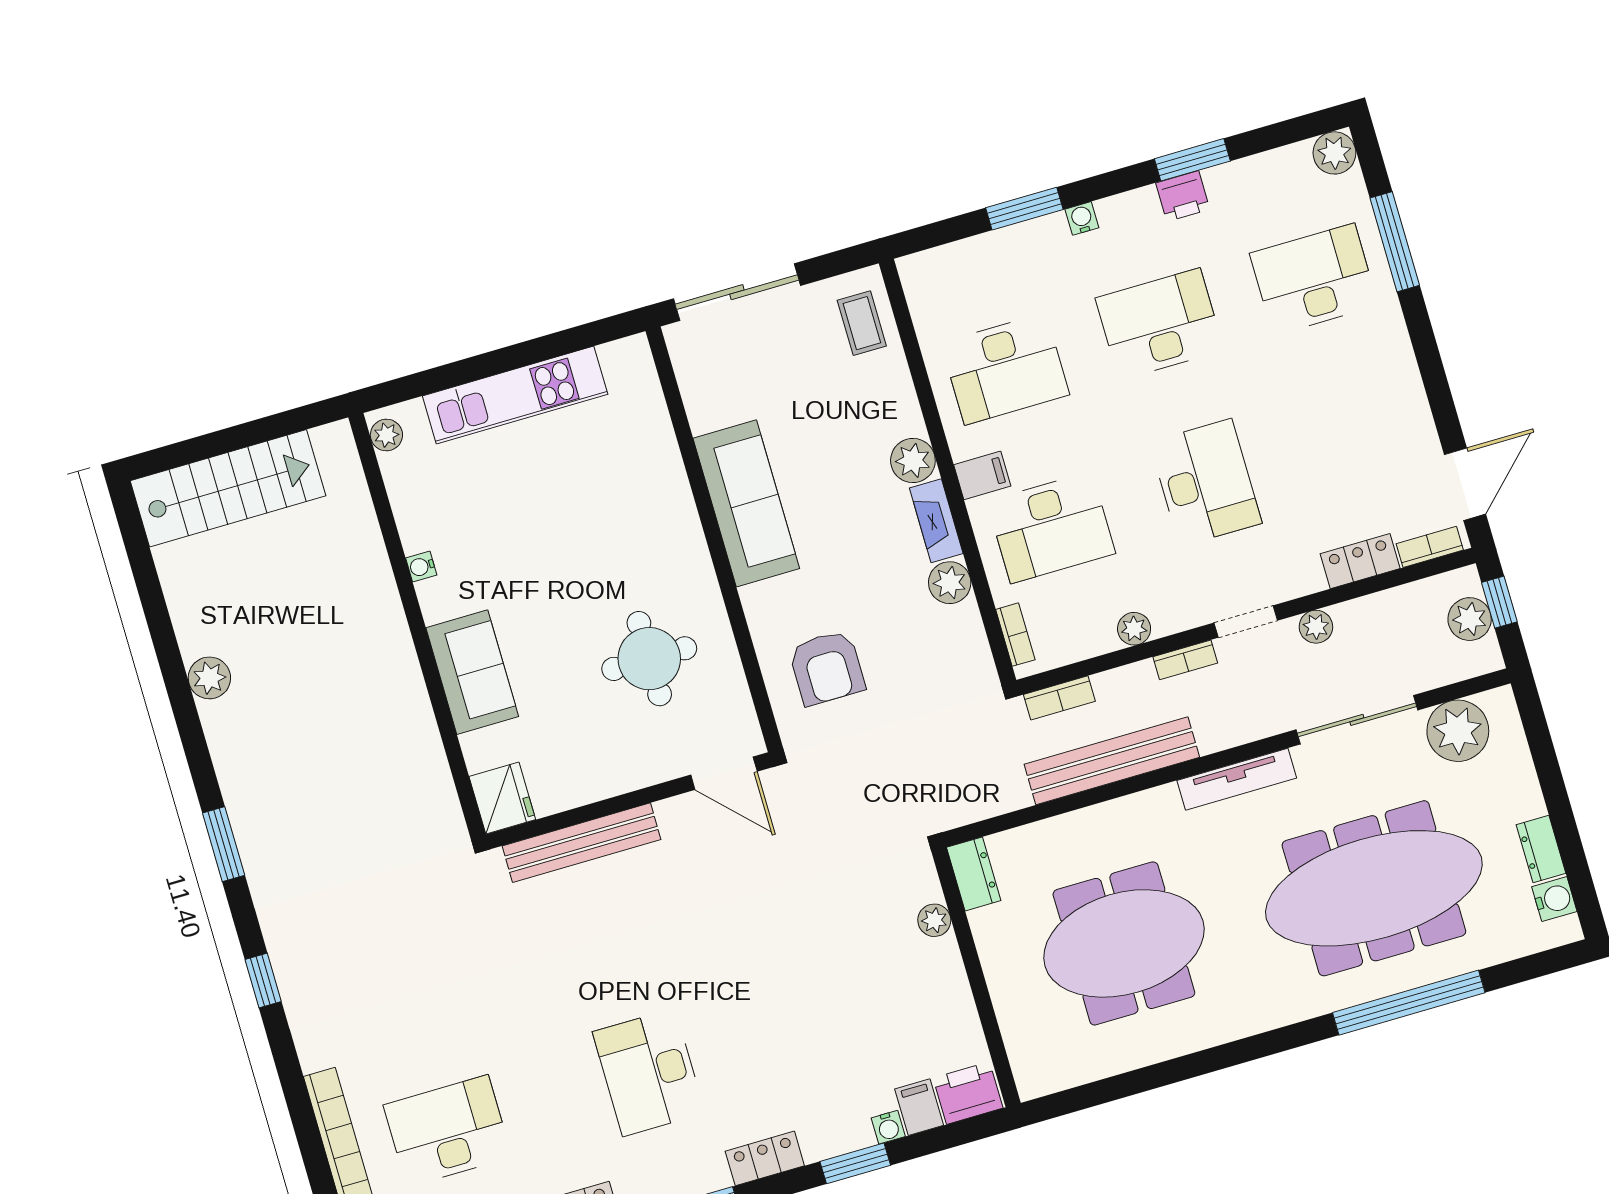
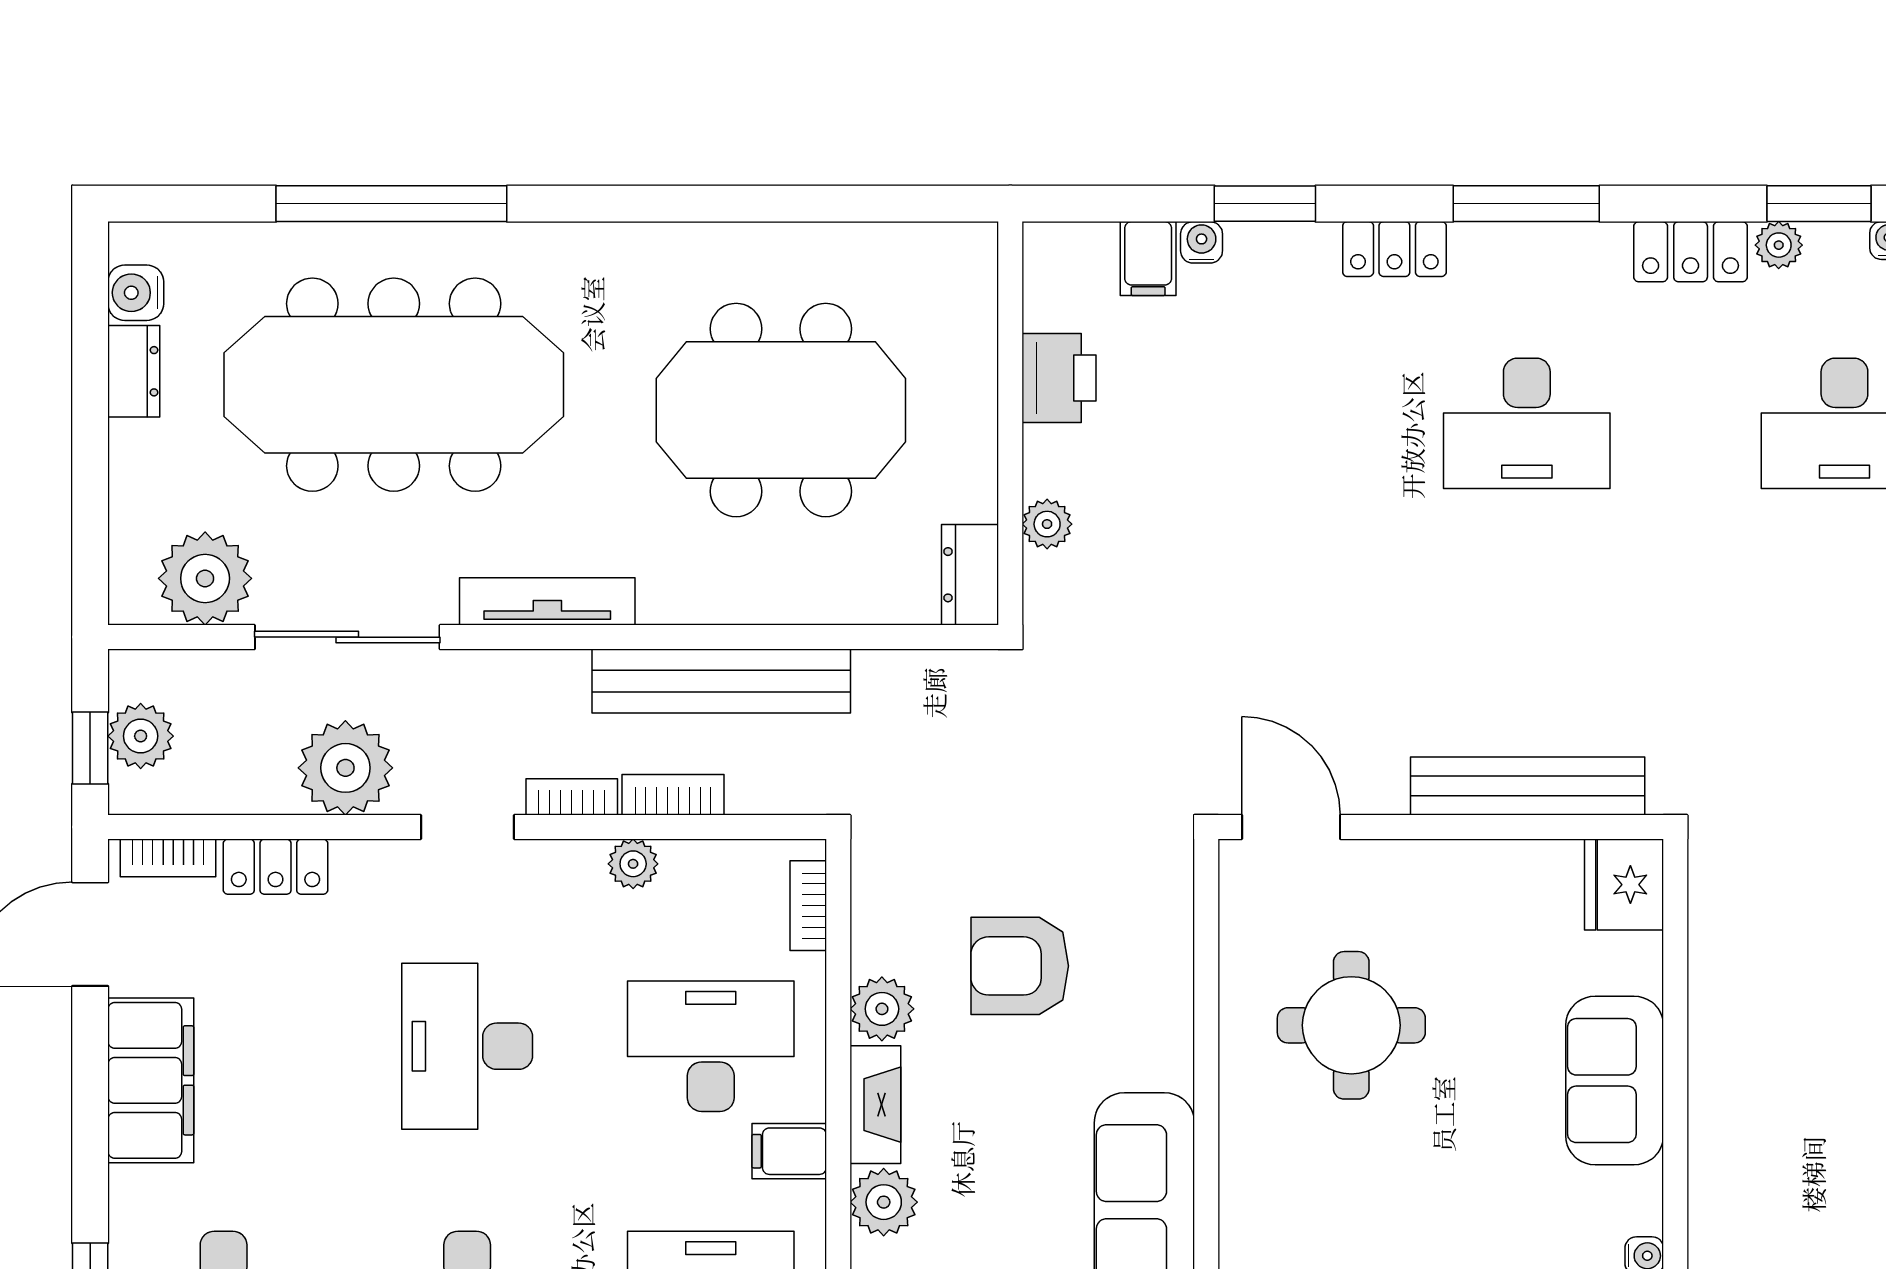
filing cabinet: (1400, 403) -> (151, 1080), added
plant: (1316, 627) -> (345, 768), width x1.88, depth x1.88
armchair: (827, 668) -> (1020, 966), moved, turned -90
bookcase: (1059, 698) -> (673, 795), moved
desk: (649, 1072) -> (1527, 423), turned 90
printer: (968, 1093) -> (1059, 378), moved, turned -90

